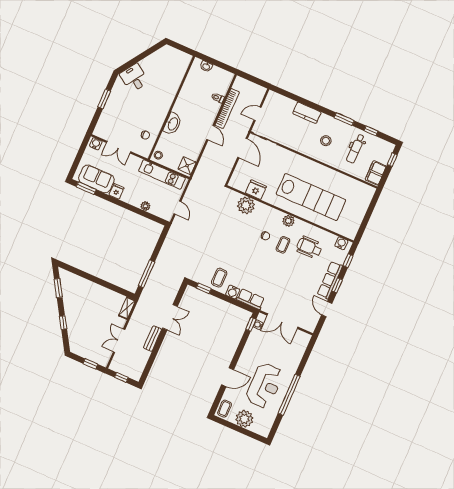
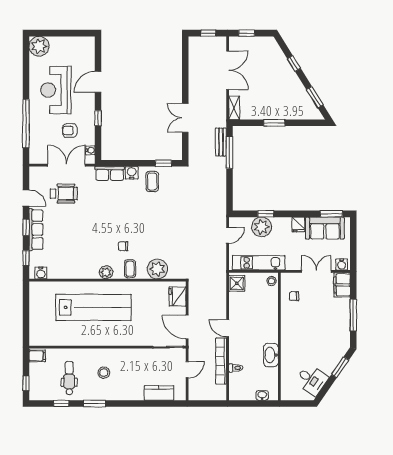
window: (133, 61) -> (340, 367), added
desk: (134, 78) -> (312, 380), moved
window: (104, 99) -> (353, 315), width x1.44
kitchen counter: (307, 113) -> (159, 393), moved
washbasin: (173, 124) -> (271, 355), moved
filing cabinet: (103, 127) -> (342, 285), added
filing cabinet: (376, 173) -> (37, 356), width x0.50
fridge: (256, 190) -> (178, 296), moved, turned 90
lab bench: (311, 197) -> (93, 307), turned 180
plant: (145, 206) -> (262, 227), width x1.87, depth x1.87
door: (177, 208) -> (228, 235), swing flipped
window: (139, 211) -> (266, 214), added
coffee table: (283, 245) -> (130, 269), moved
wheelchair: (309, 247) -> (64, 194), moved
window: (100, 282) -> (274, 123), added
window: (251, 324) -> (98, 118), moved
bench: (152, 339) -> (221, 142), moved
double door: (119, 341) -> (228, 70), width x1.37
armchair: (268, 348) -> (70, 130), added
window: (289, 395) -> (26, 124), moved
coffee table: (225, 409) -> (87, 48), removed
plant: (244, 419) -> (39, 46), moved

